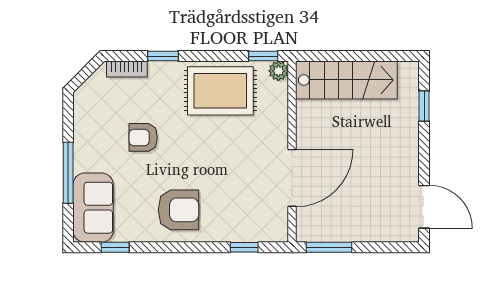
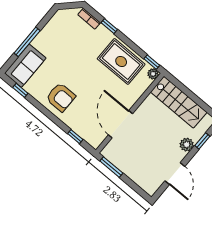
plant: (407, 129) -> (187, 145), added
armchair: (143, 137) -> (72, 54), removed
door: (292, 178) -> (120, 124), swing flipped
door: (424, 207) -> (175, 174), moved

